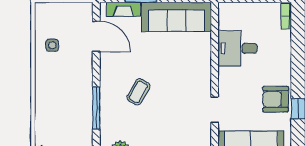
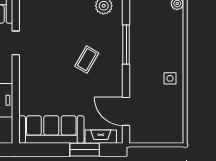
side table: (52, 45) -> (170, 78), moved

